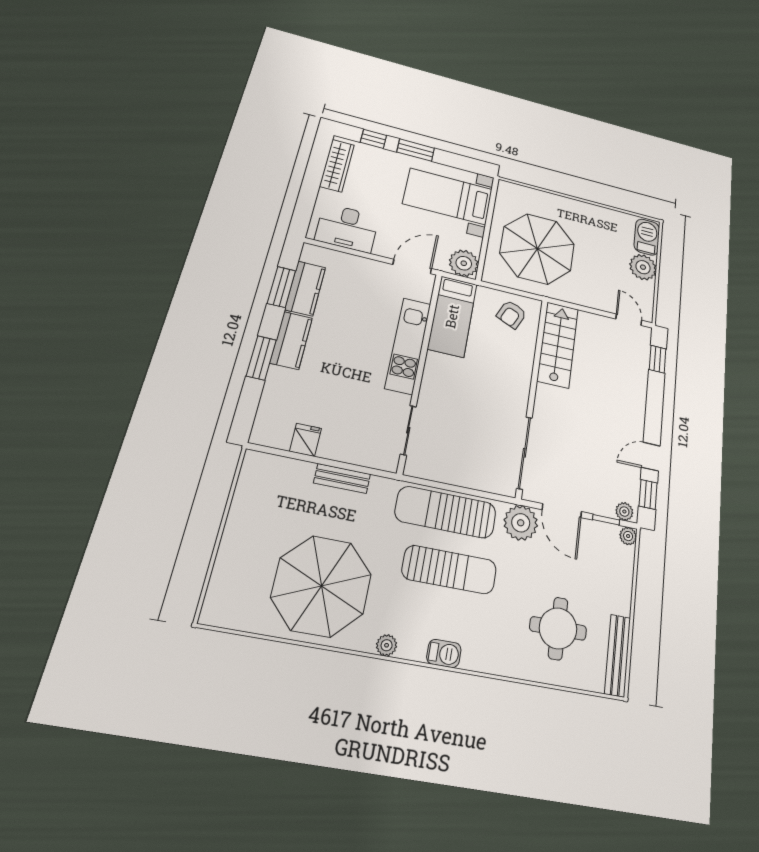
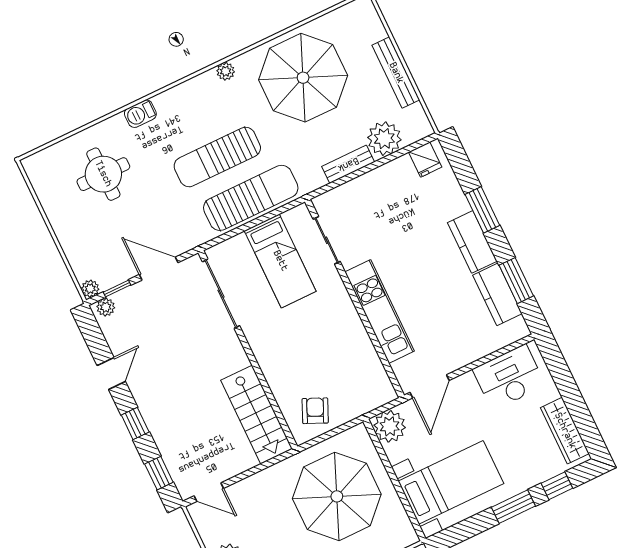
bed: (452, 316) -> (280, 261), moved, turned 180
fridge: (305, 440) -> (425, 160), moved
window: (648, 494) -> (135, 424), moved
plant: (521, 523) -> (384, 139), moved
barbecue: (444, 653) -> (140, 114), moved
bench: (618, 655) -> (396, 73), moved

